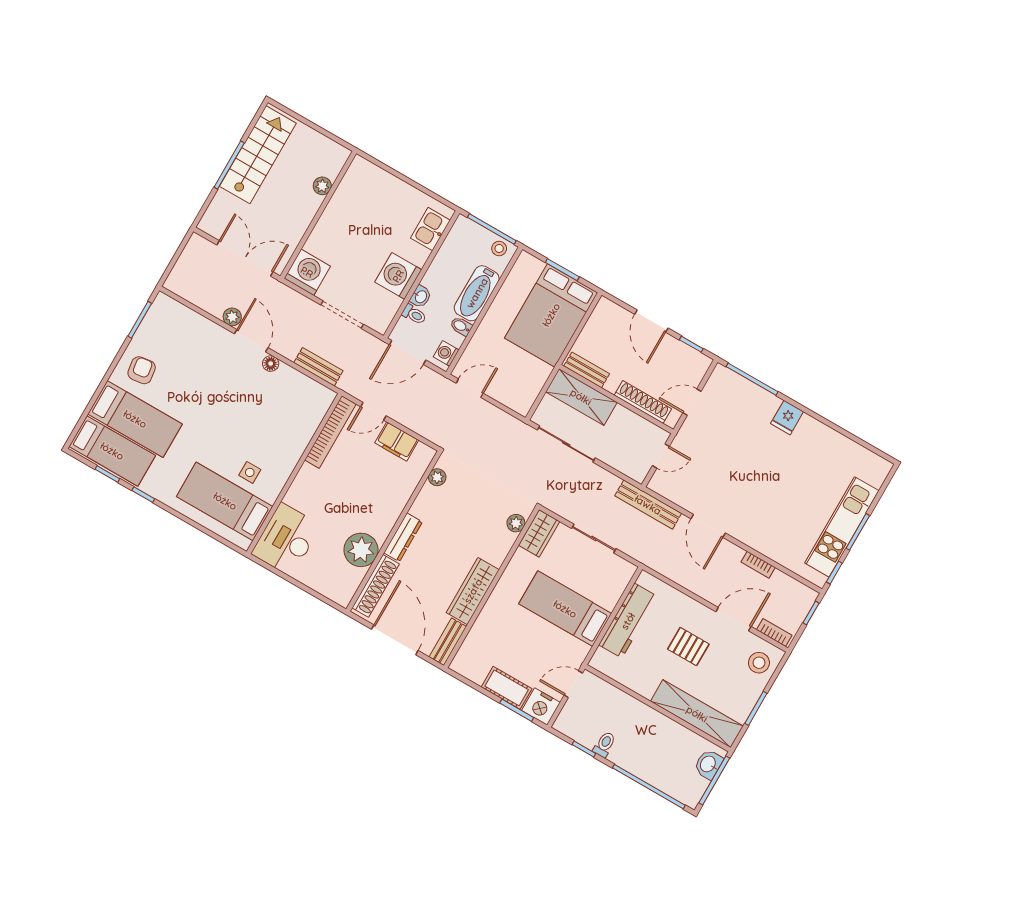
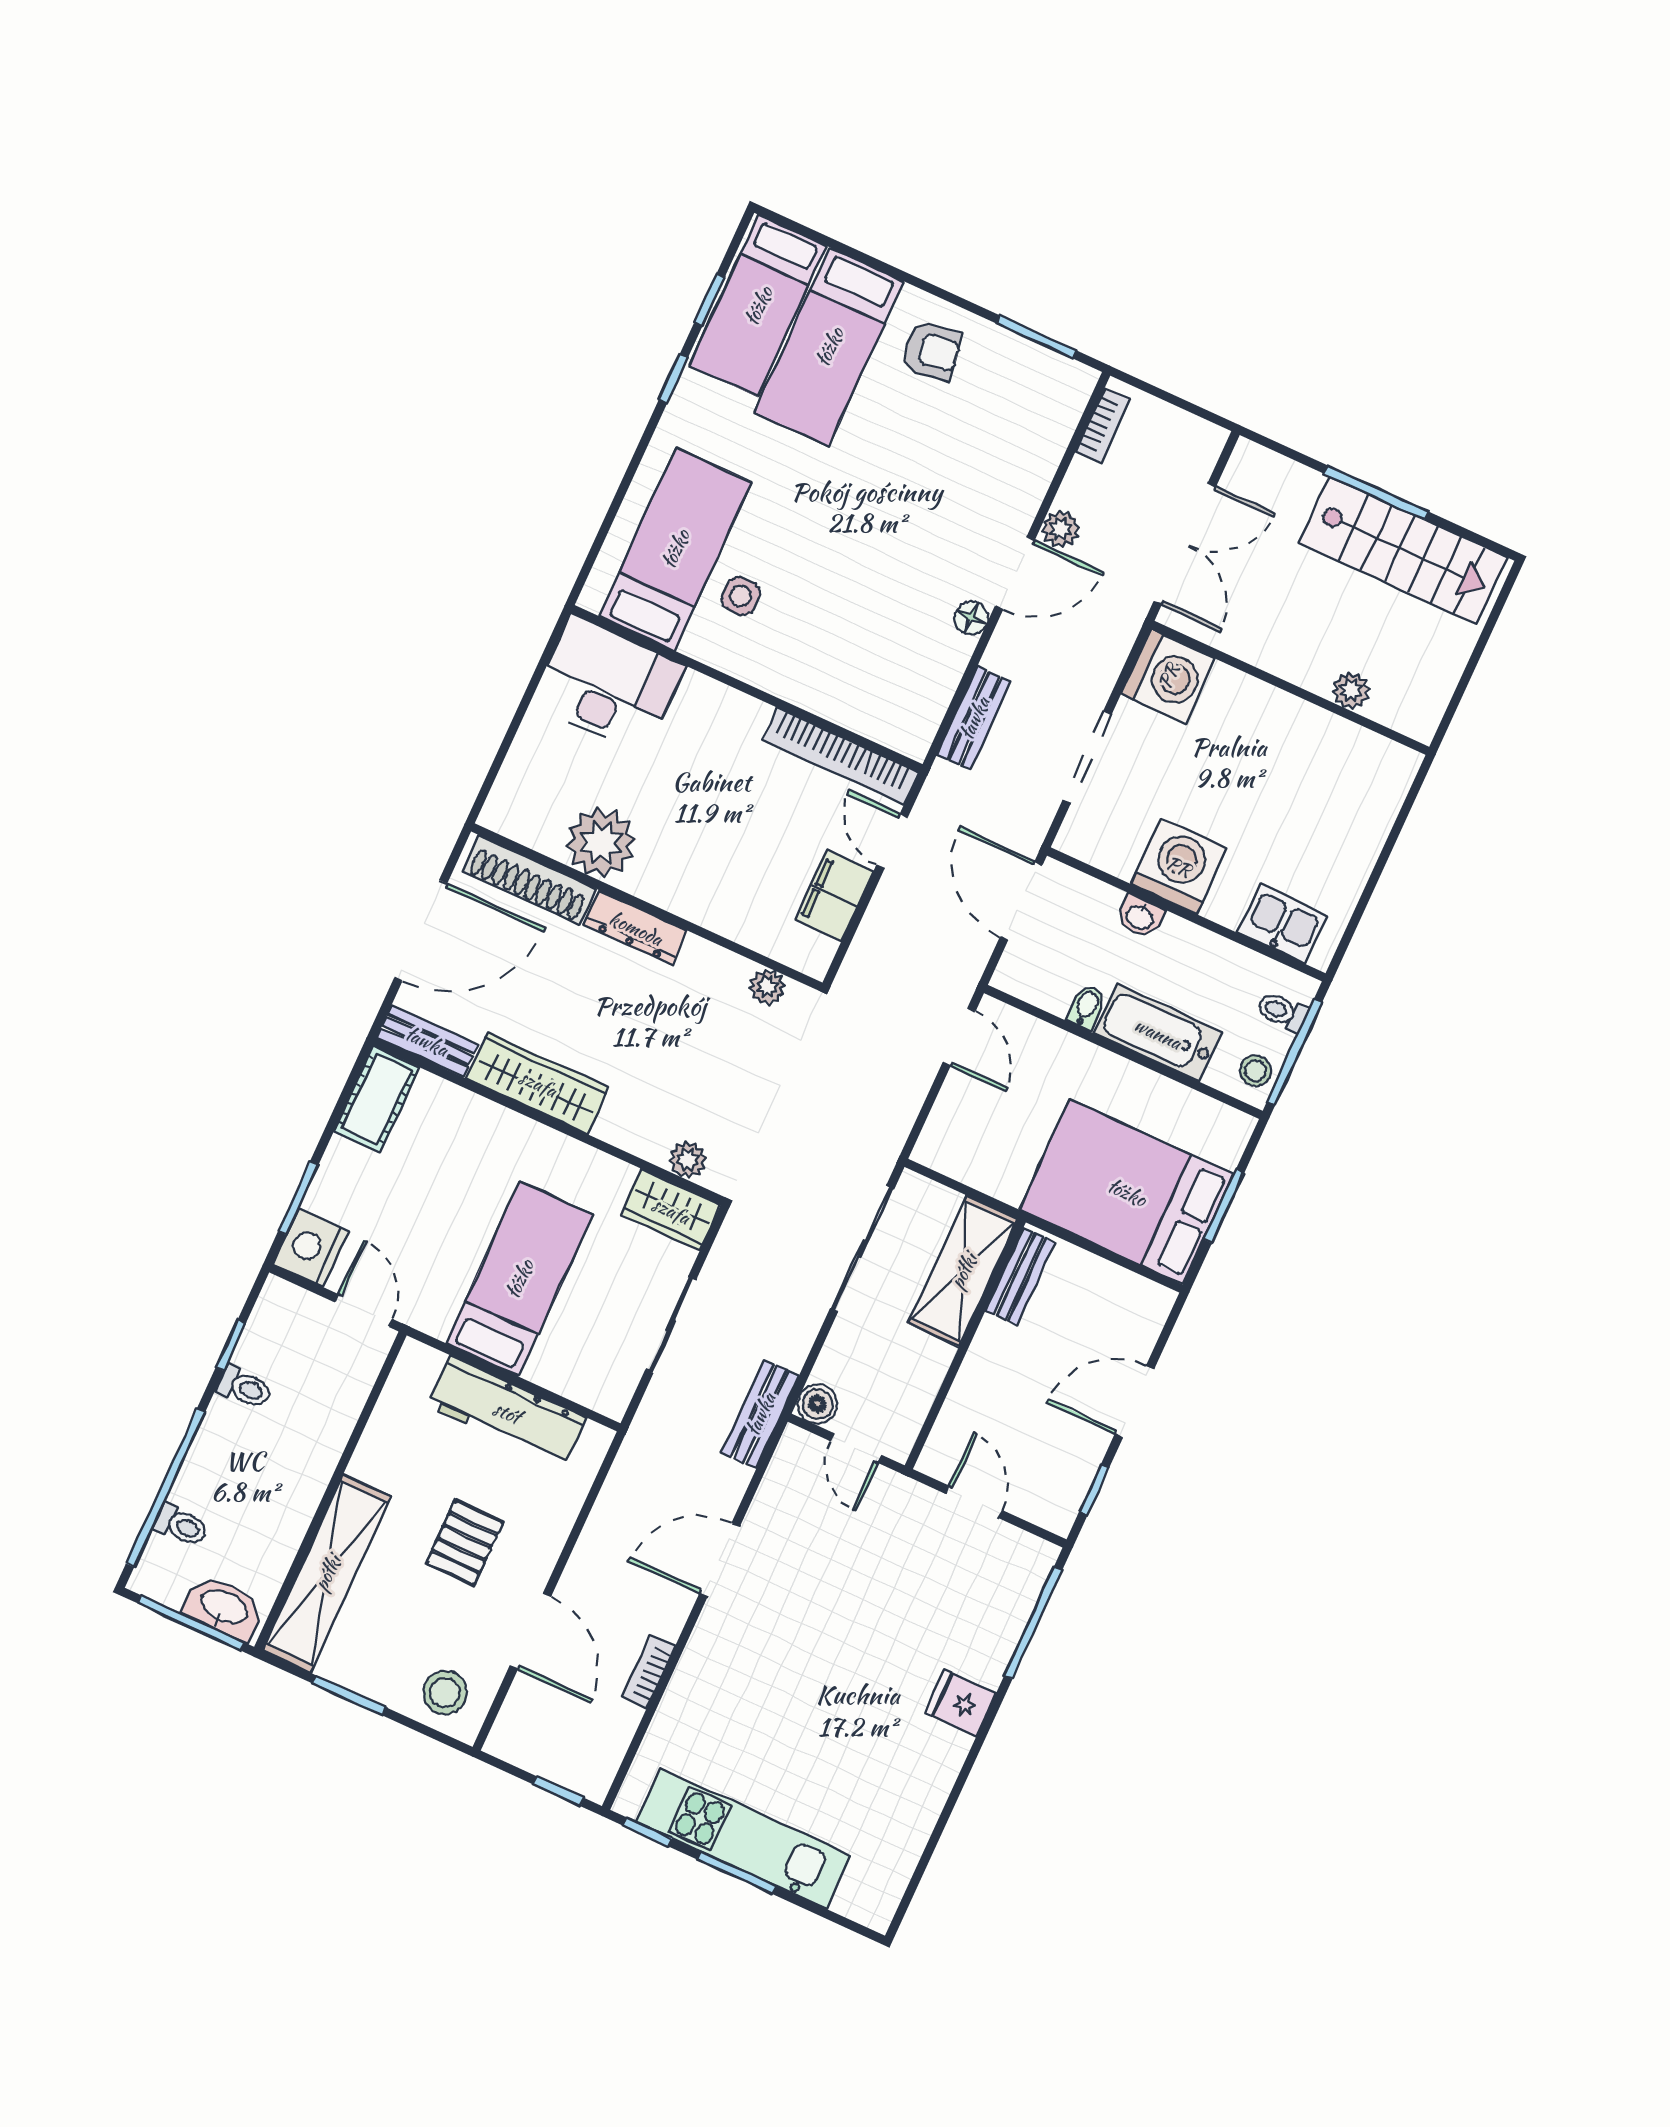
toilet: (414, 314) -> (1282, 1012), moved, turned 90
washing machine: (446, 353) -> (1027, 981), removed
shoe rack: (643, 402) -> (965, 1400), removed
boiler: (638, 472) -> (817, 1404), added
bench: (648, 505) -> (760, 1414), width x0.73
bookcase: (774, 633) -> (1103, 426), moved
cot: (507, 688) -> (377, 1099), moved
washbasin: (708, 764) -> (224, 1608), width x1.38
toilet: (667, 781) -> (181, 1525), added

